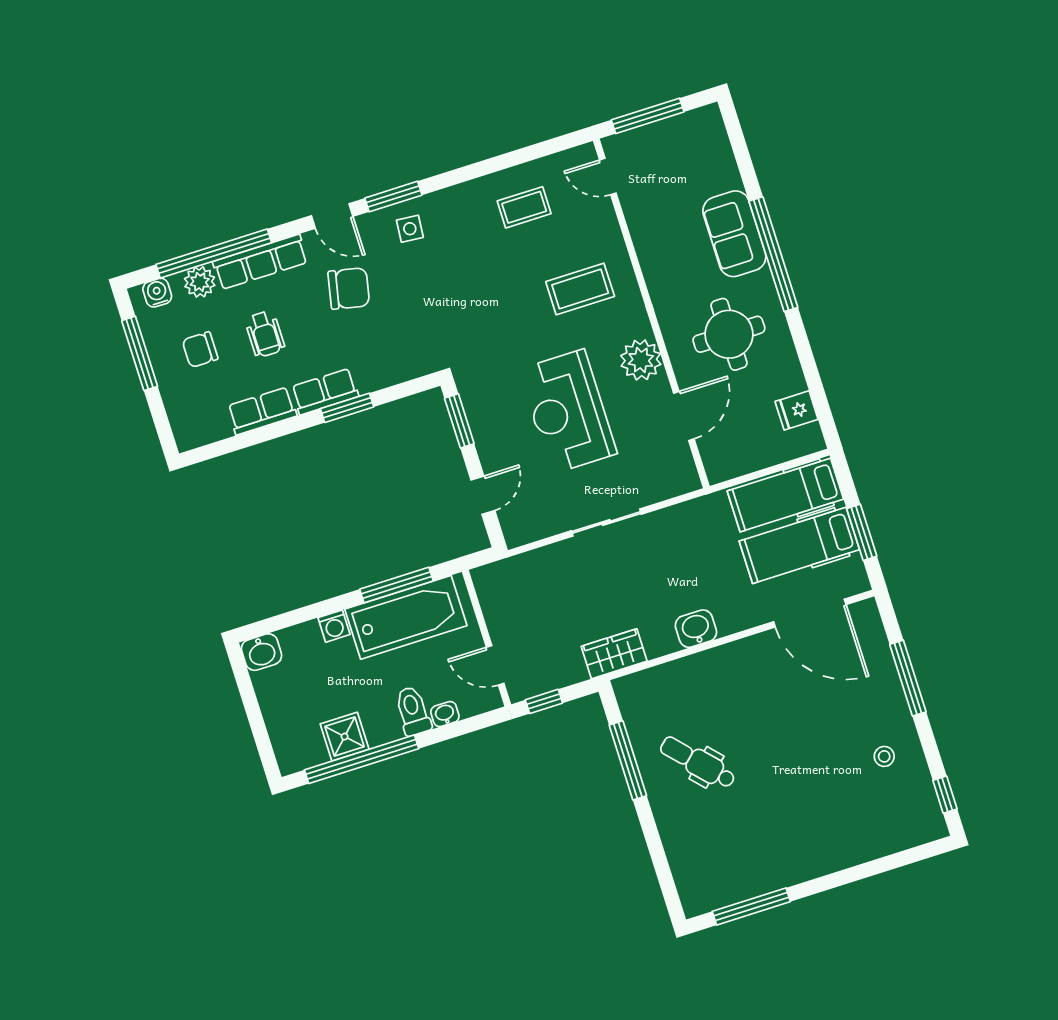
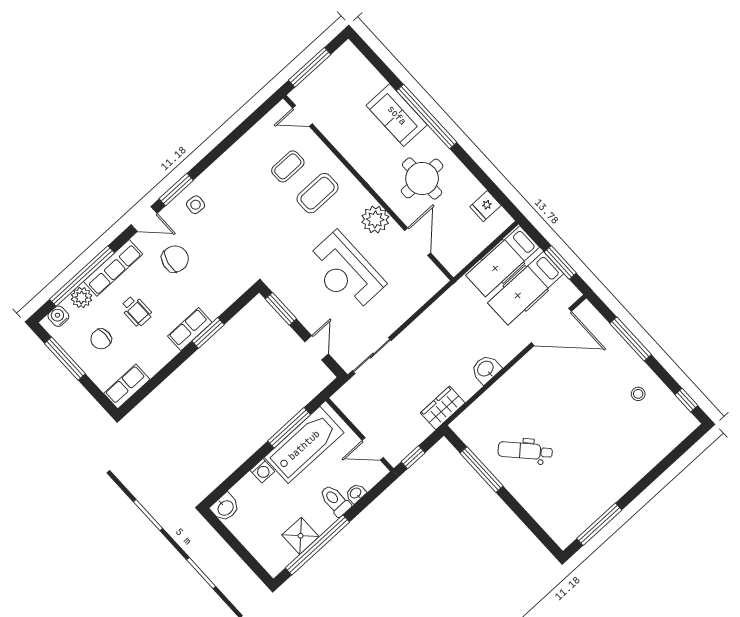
coffee table: (524, 207) -> (288, 166), moved
row of seats: (262, 411) -> (127, 386), moved
sliding door: (606, 522) -> (372, 356), moved

